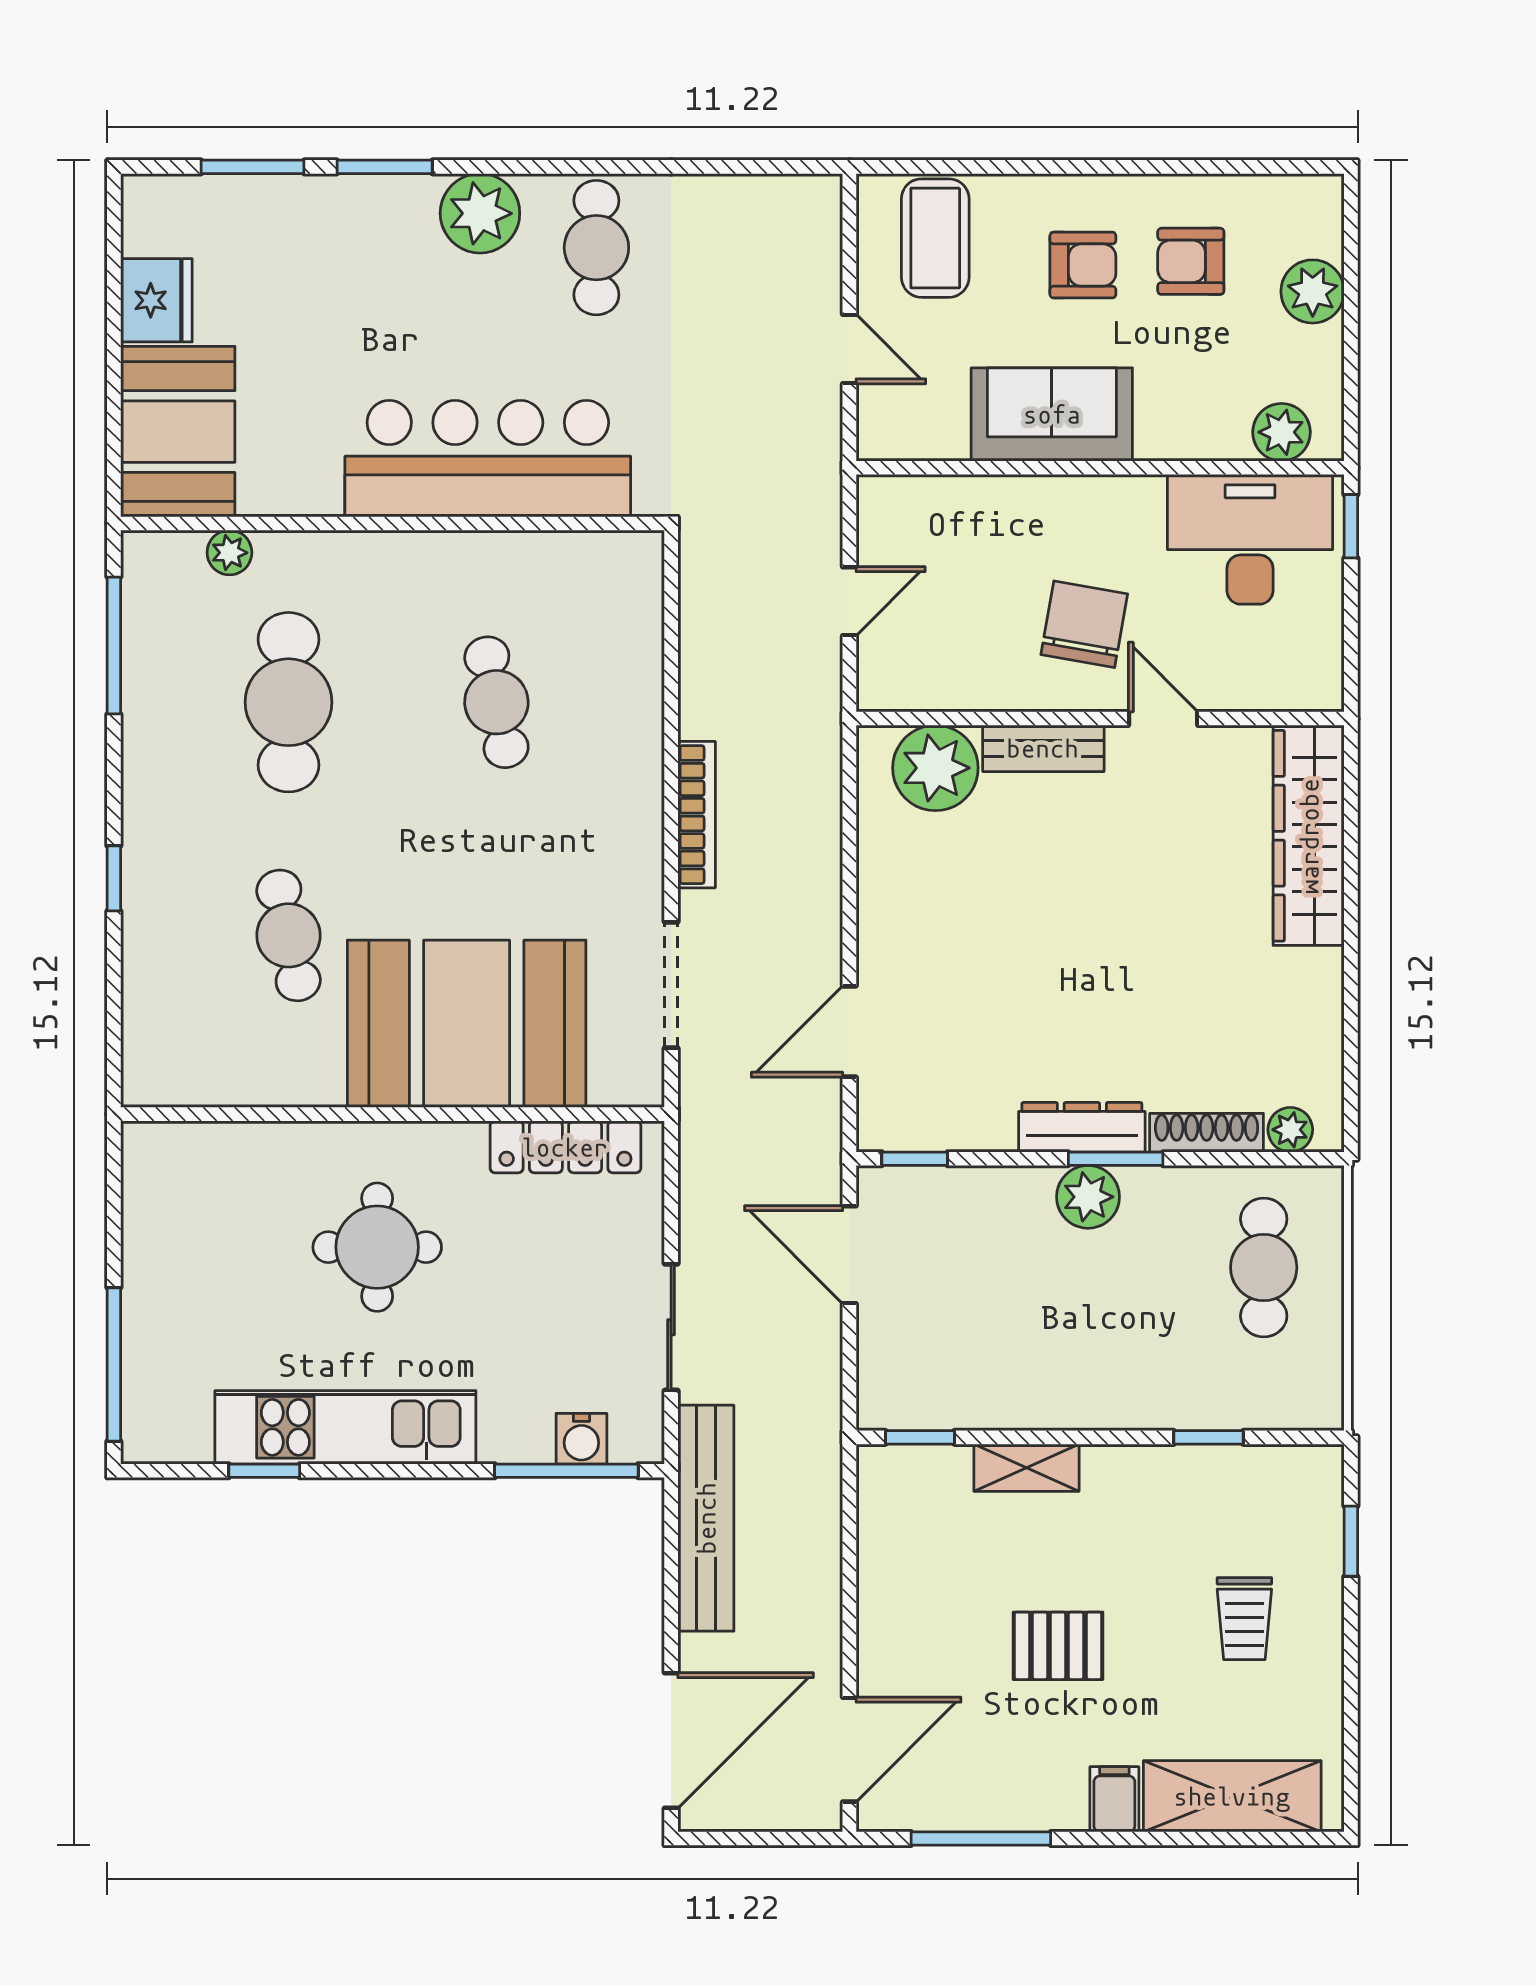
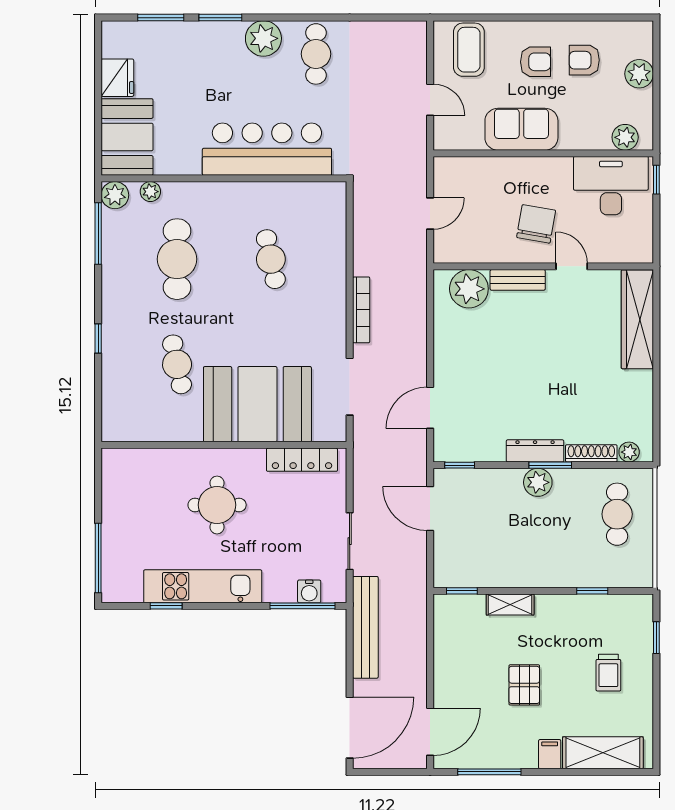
plant: (151, 561) -> (115, 195), added
pallet: (1058, 1646) -> (524, 685), turned 90

